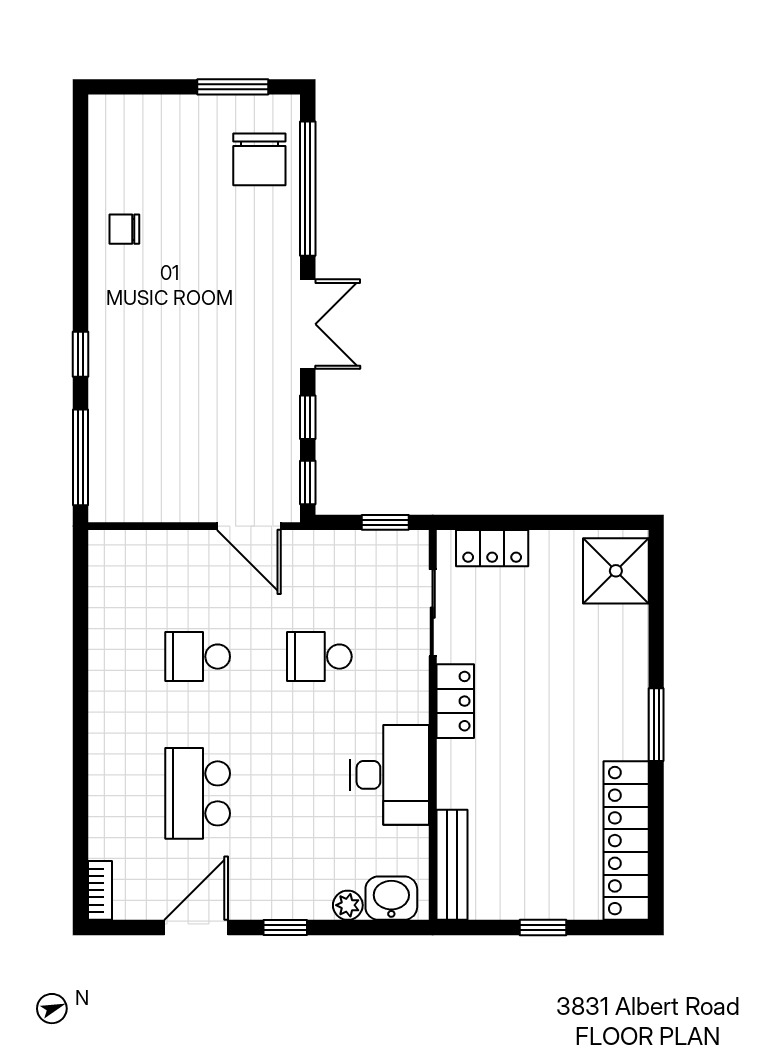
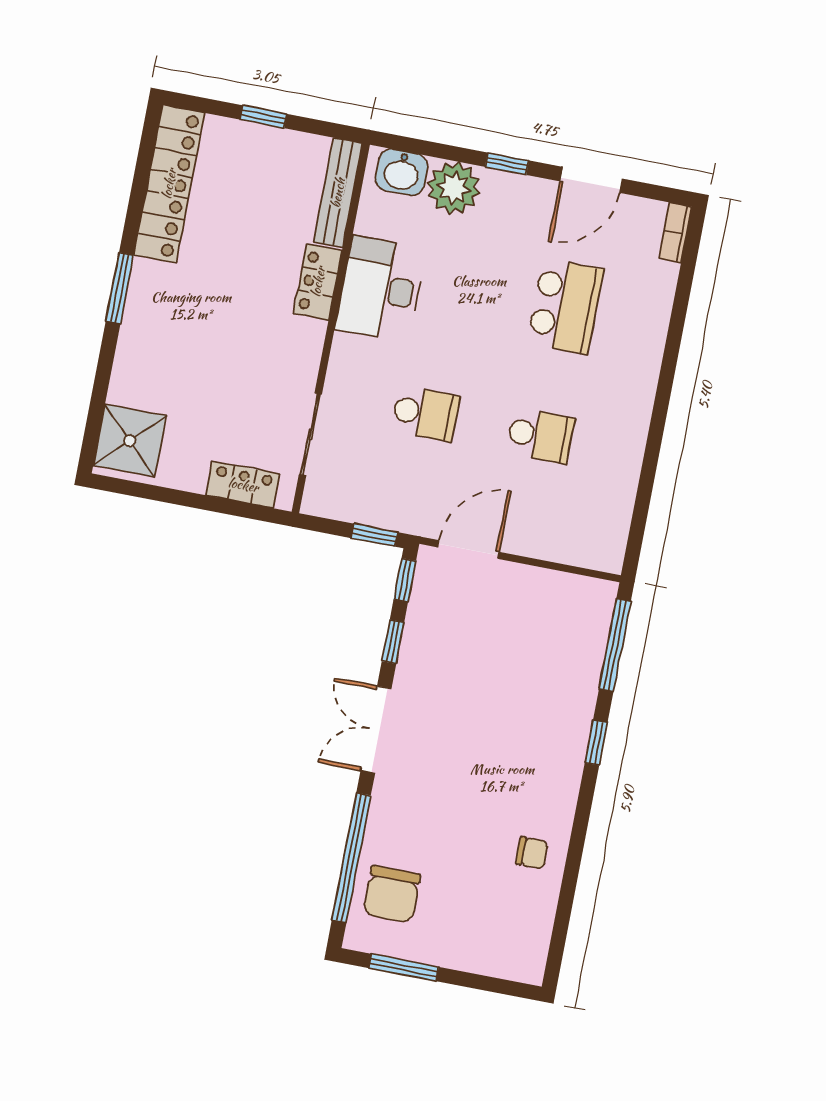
chair: (259, 159) -> (392, 894), turned 180
window: (385, 522) -> (374, 535), moved
door: (249, 526) -> (468, 550), hinge flipped
locker: (455, 701) -> (318, 282), moved
plant: (348, 905) -> (454, 188), width x1.88, depth x1.88

